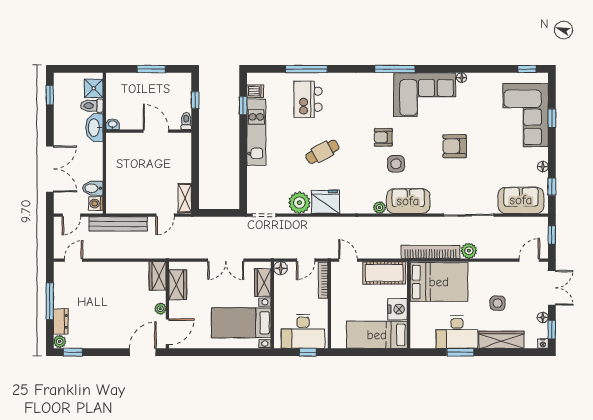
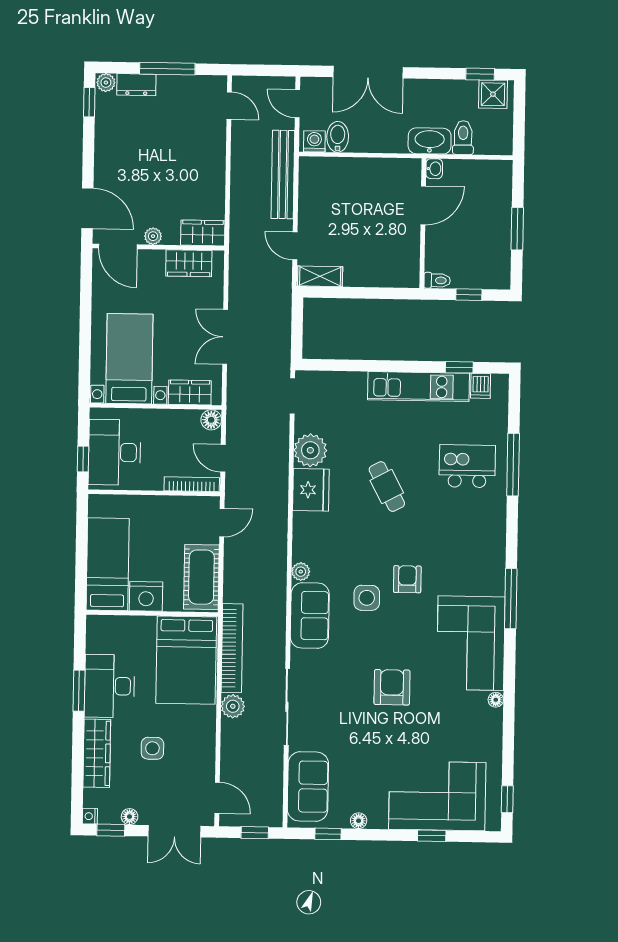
shower: (94, 88) -> (493, 94), moved
door: (156, 131) -> (423, 205), moved

